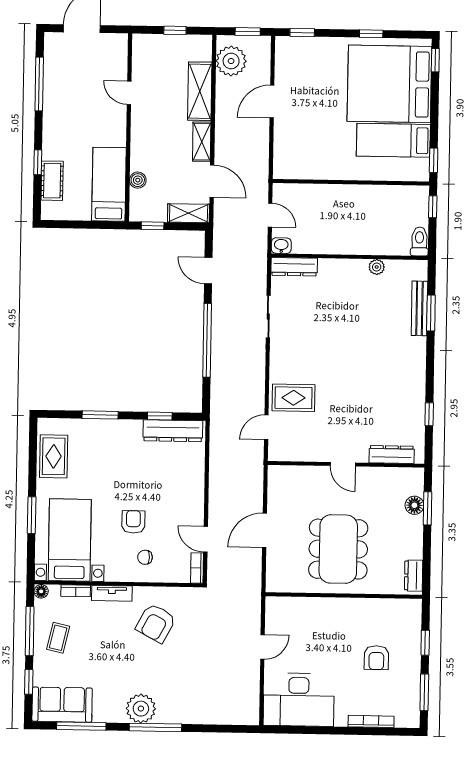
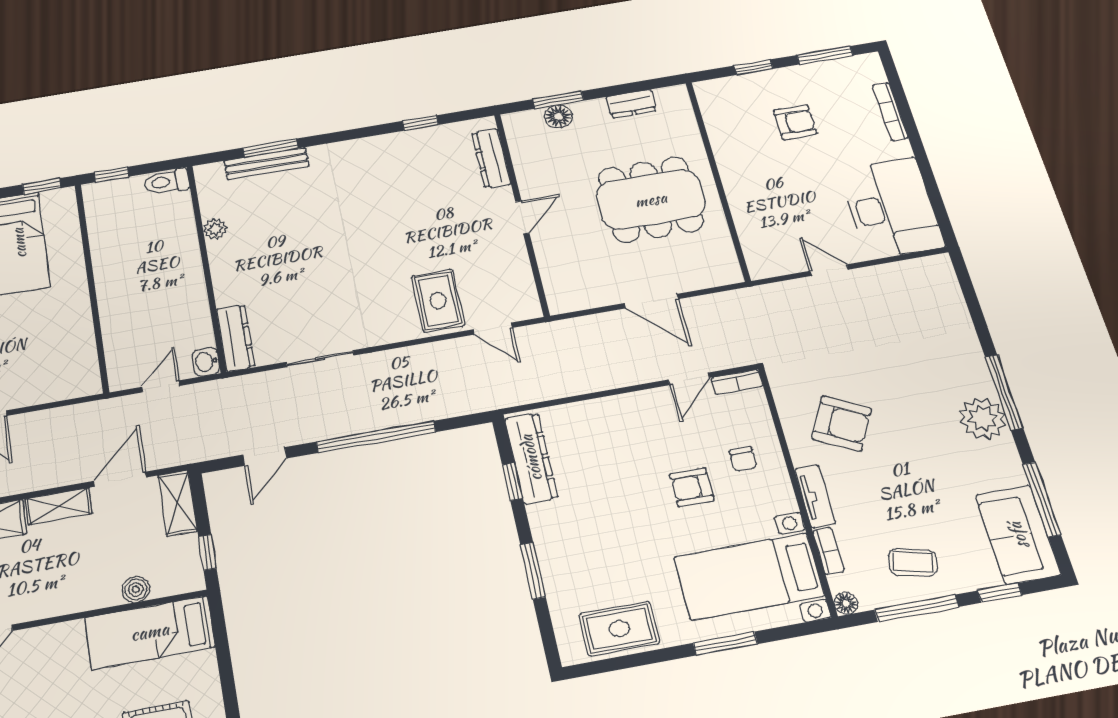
dresser: (414, 576) -> (631, 104), moved

